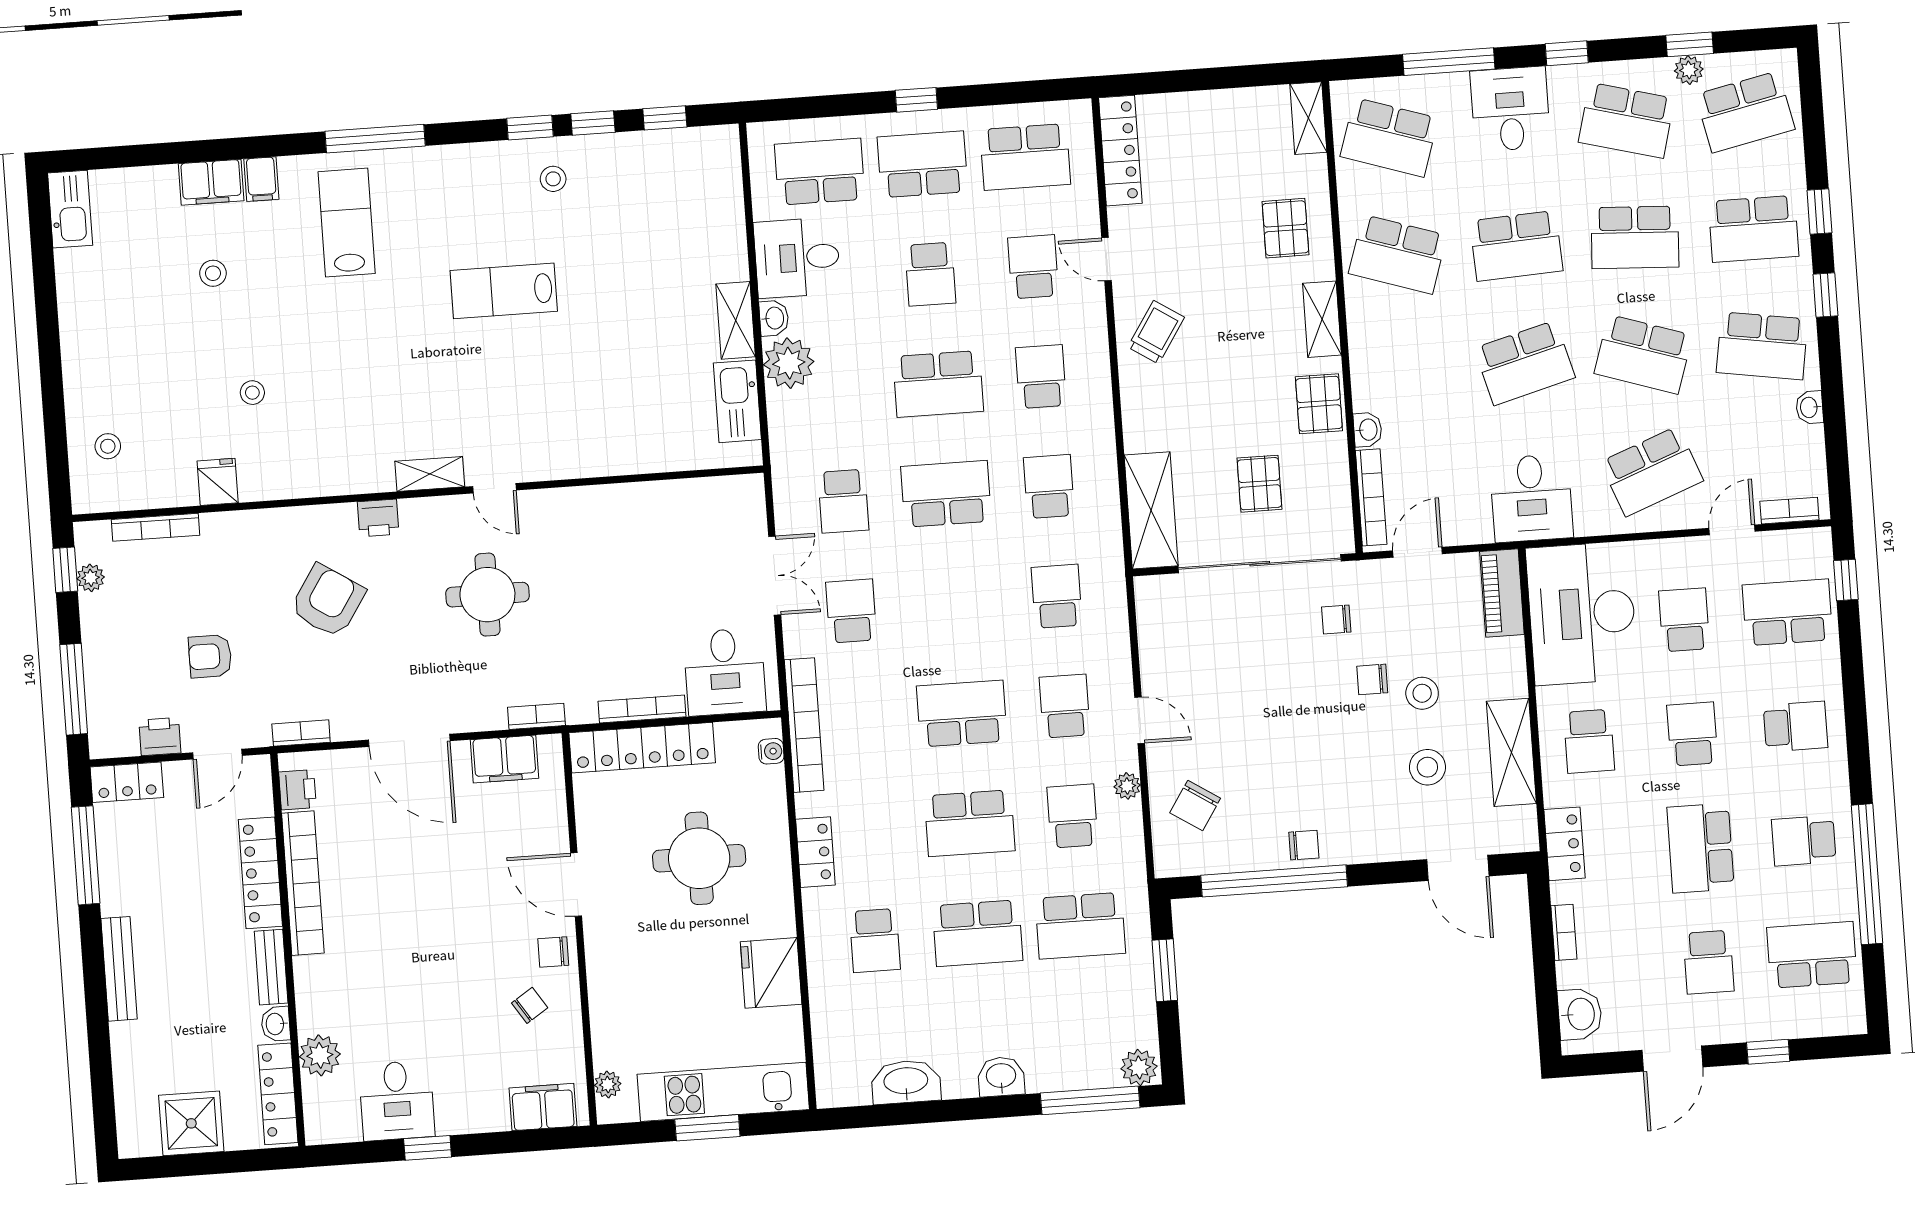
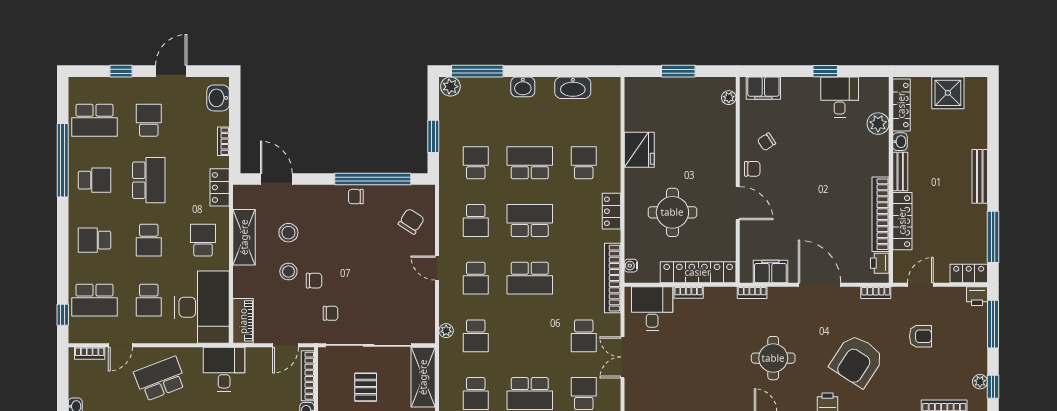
armchair: (328, 601) -> (857, 361), width x1.36, depth x1.36
bookcase: (642, 709) -> (689, 293), width x0.64
printer: (160, 737) -> (977, 296), moved
plant: (1127, 786) -> (446, 331), moved
school desk: (1080, 926) -> (476, 163), width x0.54
kitchen unit: (723, 1092) -> (669, 89), removed

